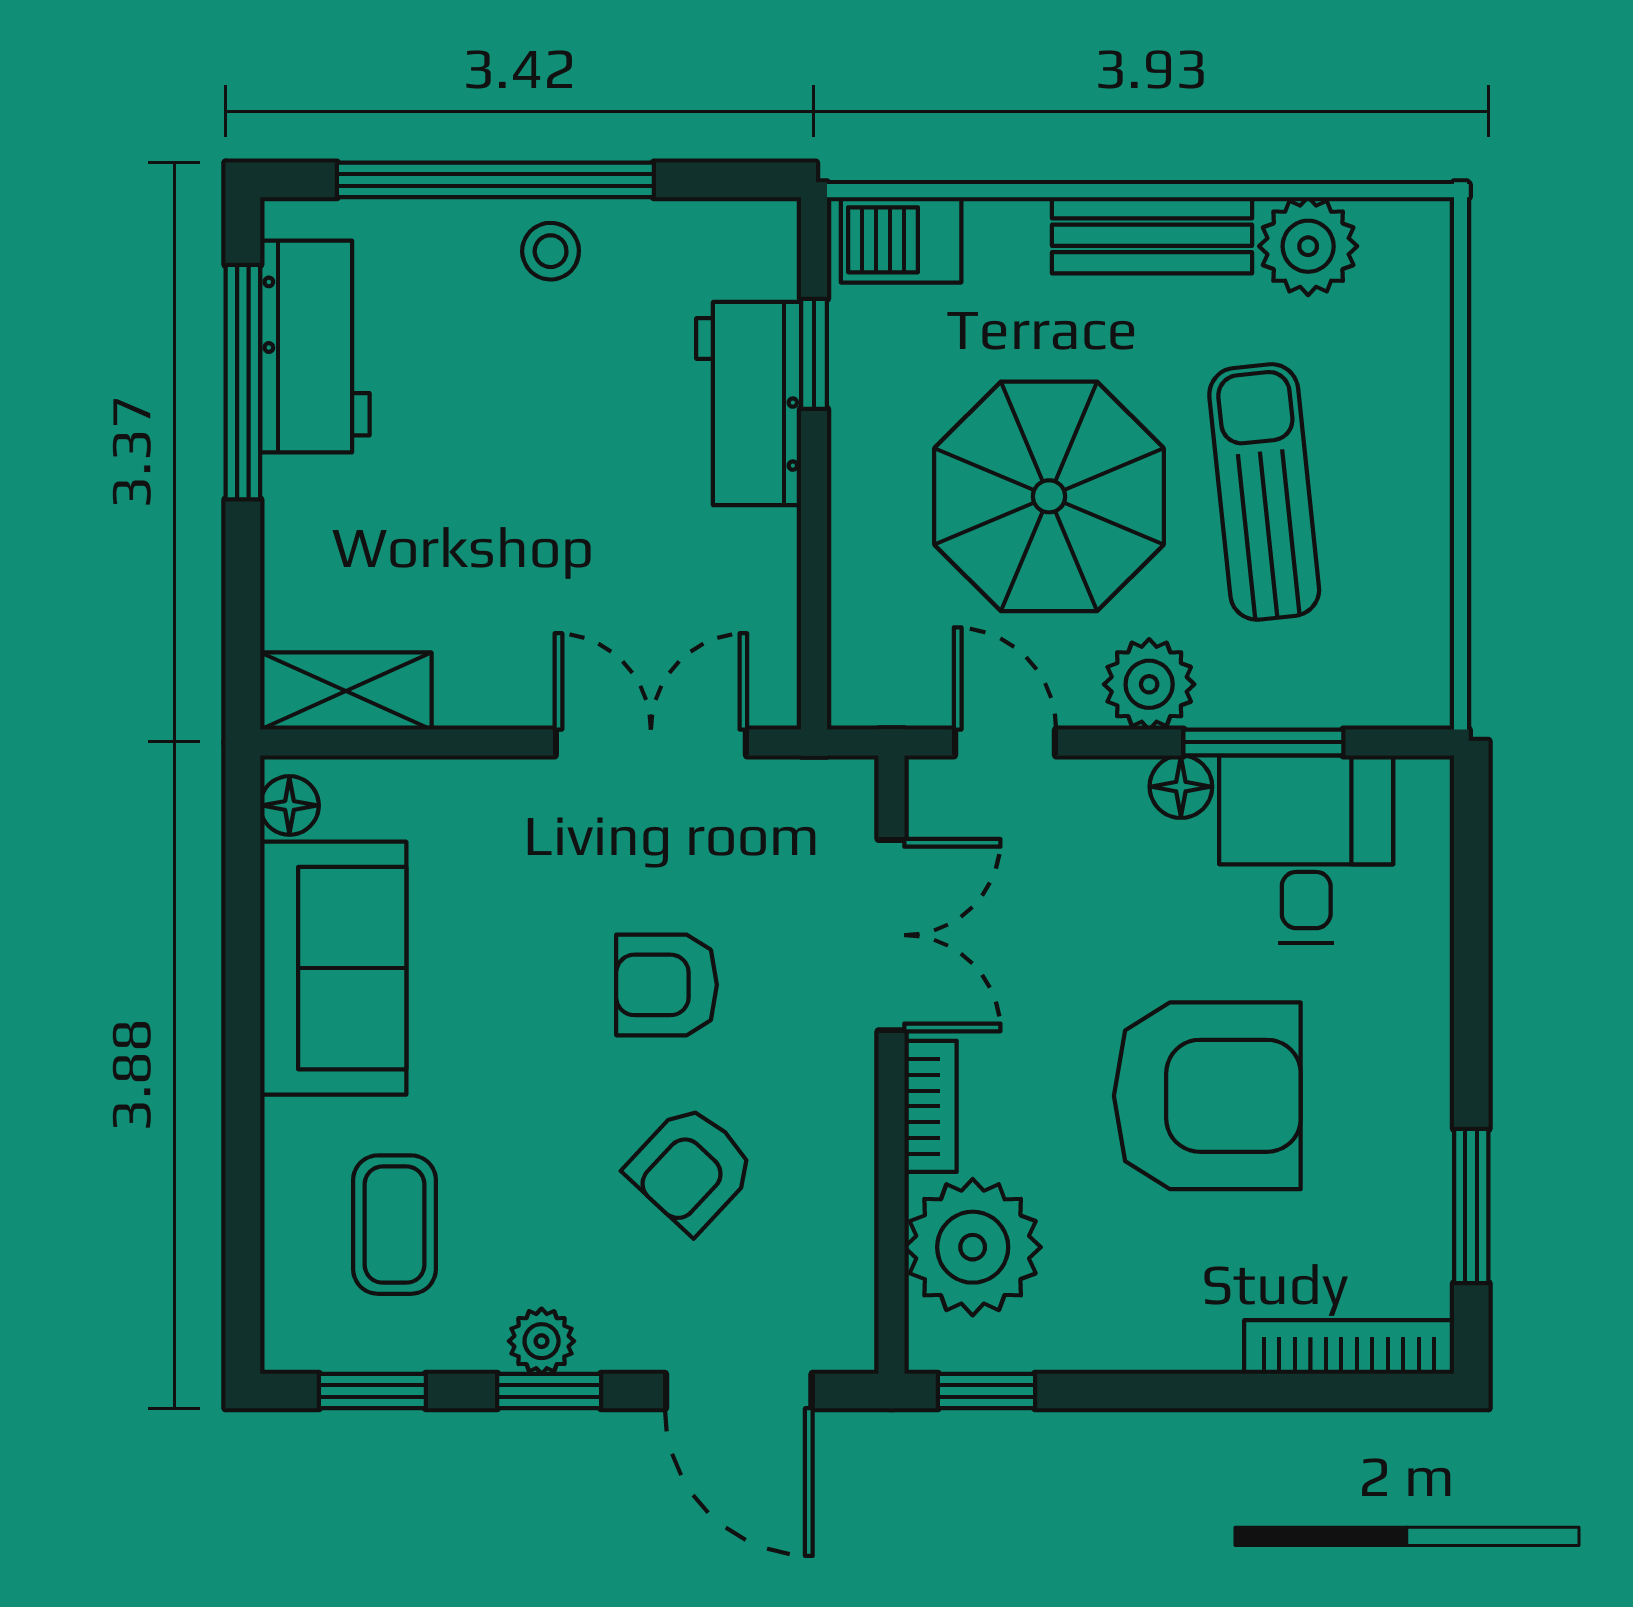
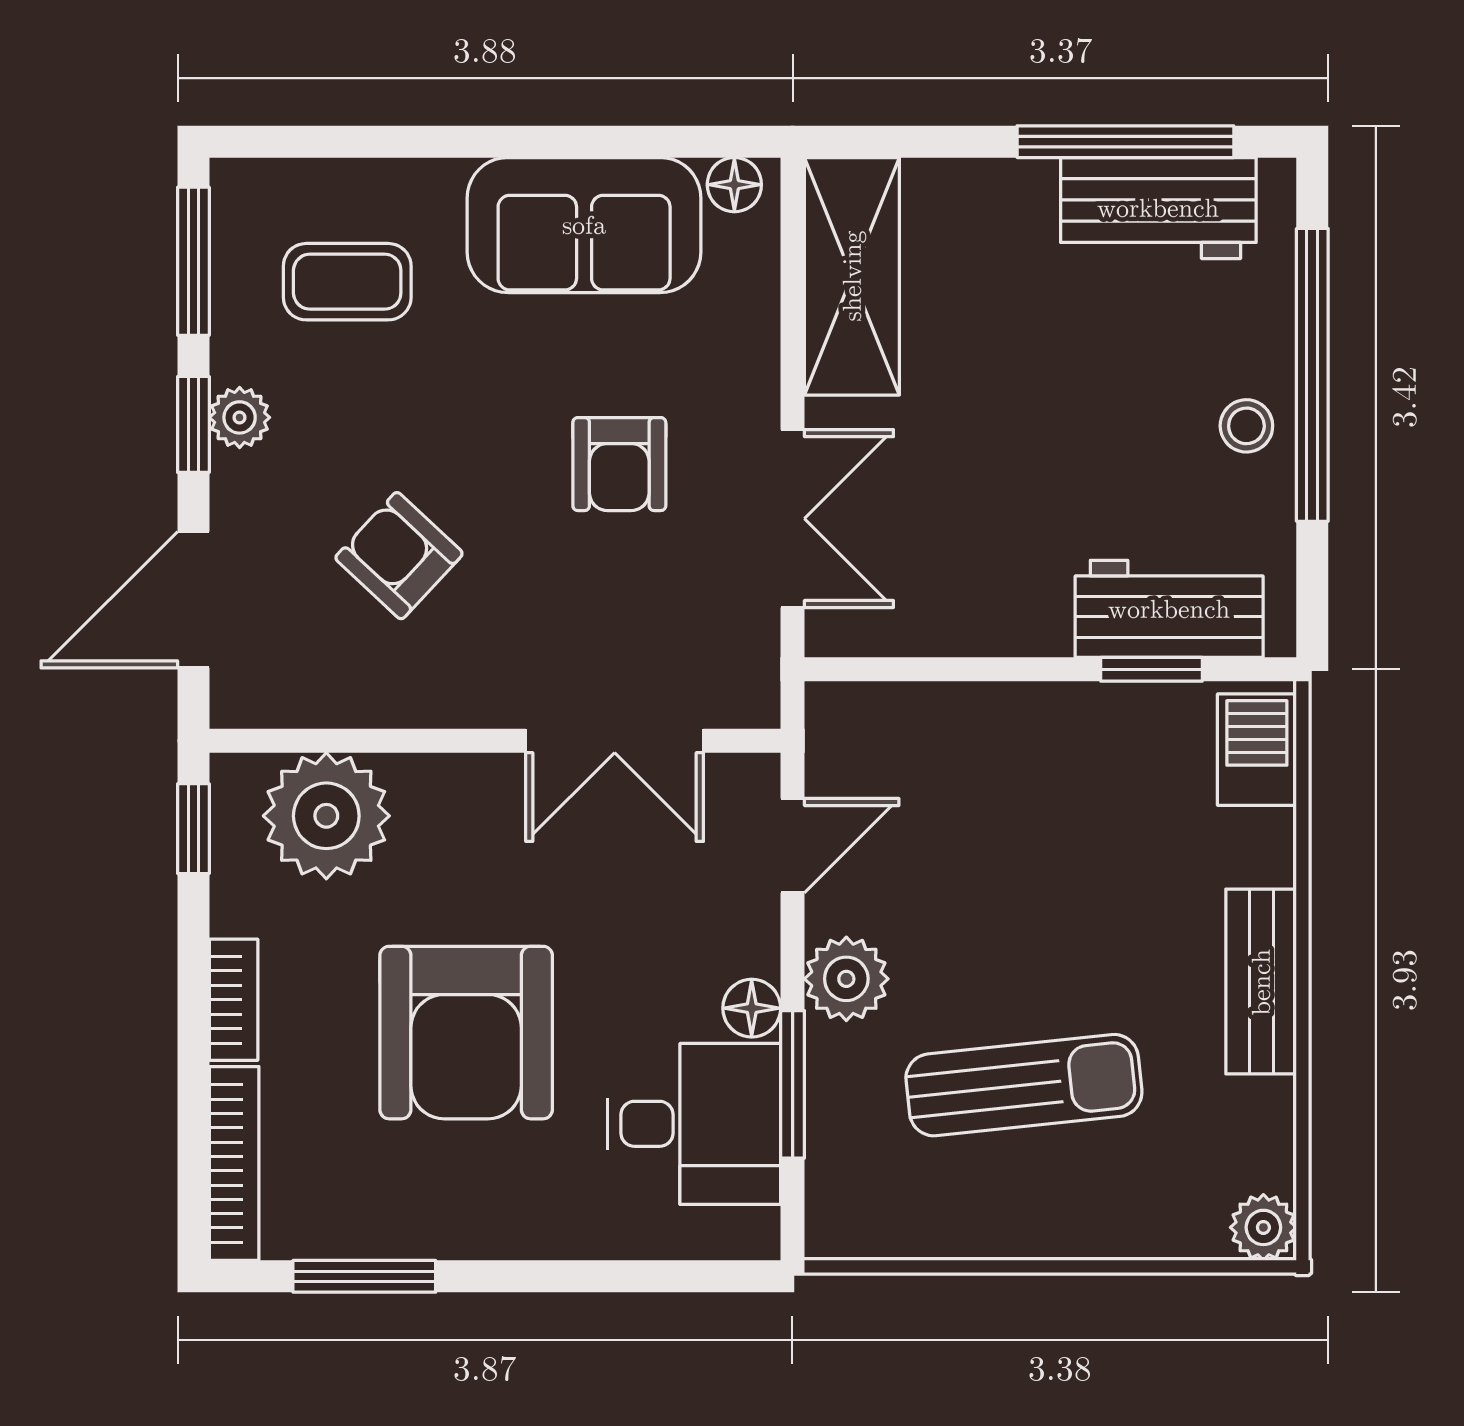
plant: (1308, 246) -> (1263, 1227), moved, width x0.73, depth x0.73
workbench: (749, 404) -> (1169, 609), moved
parasol: (1049, 496) -> (1020, 886), removed
shelving: (346, 691) -> (852, 276), width x1.50, depth x1.33
armchair: (667, 985) -> (619, 464), moved, turned 180
bookcase: (931, 1106) -> (234, 1000), moved, turned -90
window: (372, 1391) -> (193, 261), width x1.50

